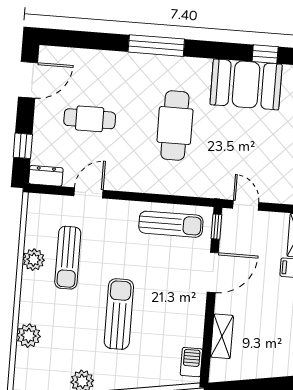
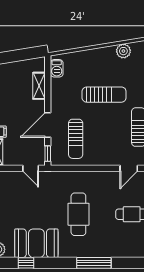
sun lounger: (171, 224) -> (76, 139), moved, turned -90
sun lounger: (119, 314) -> (104, 95), turned -90

